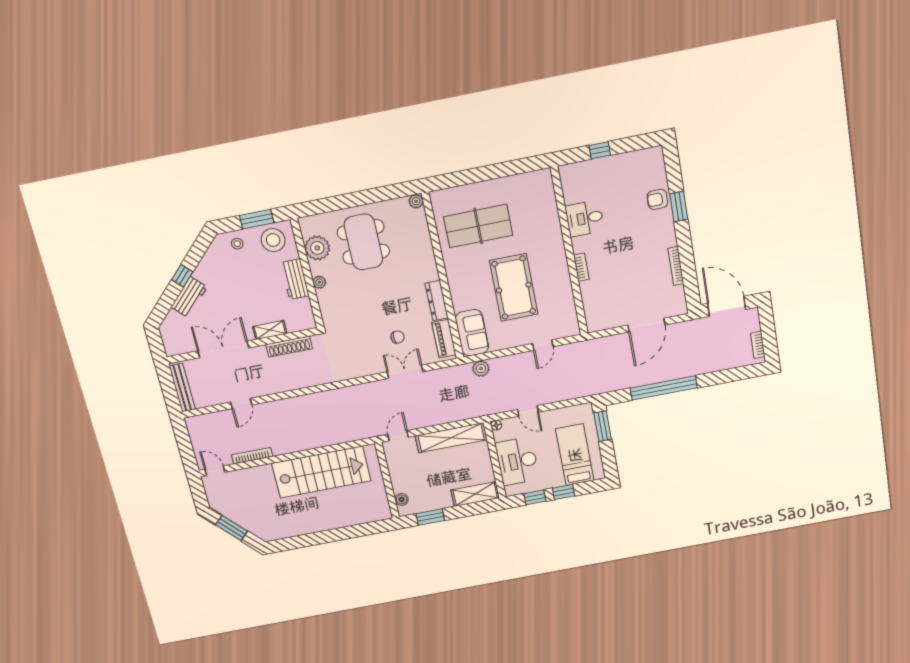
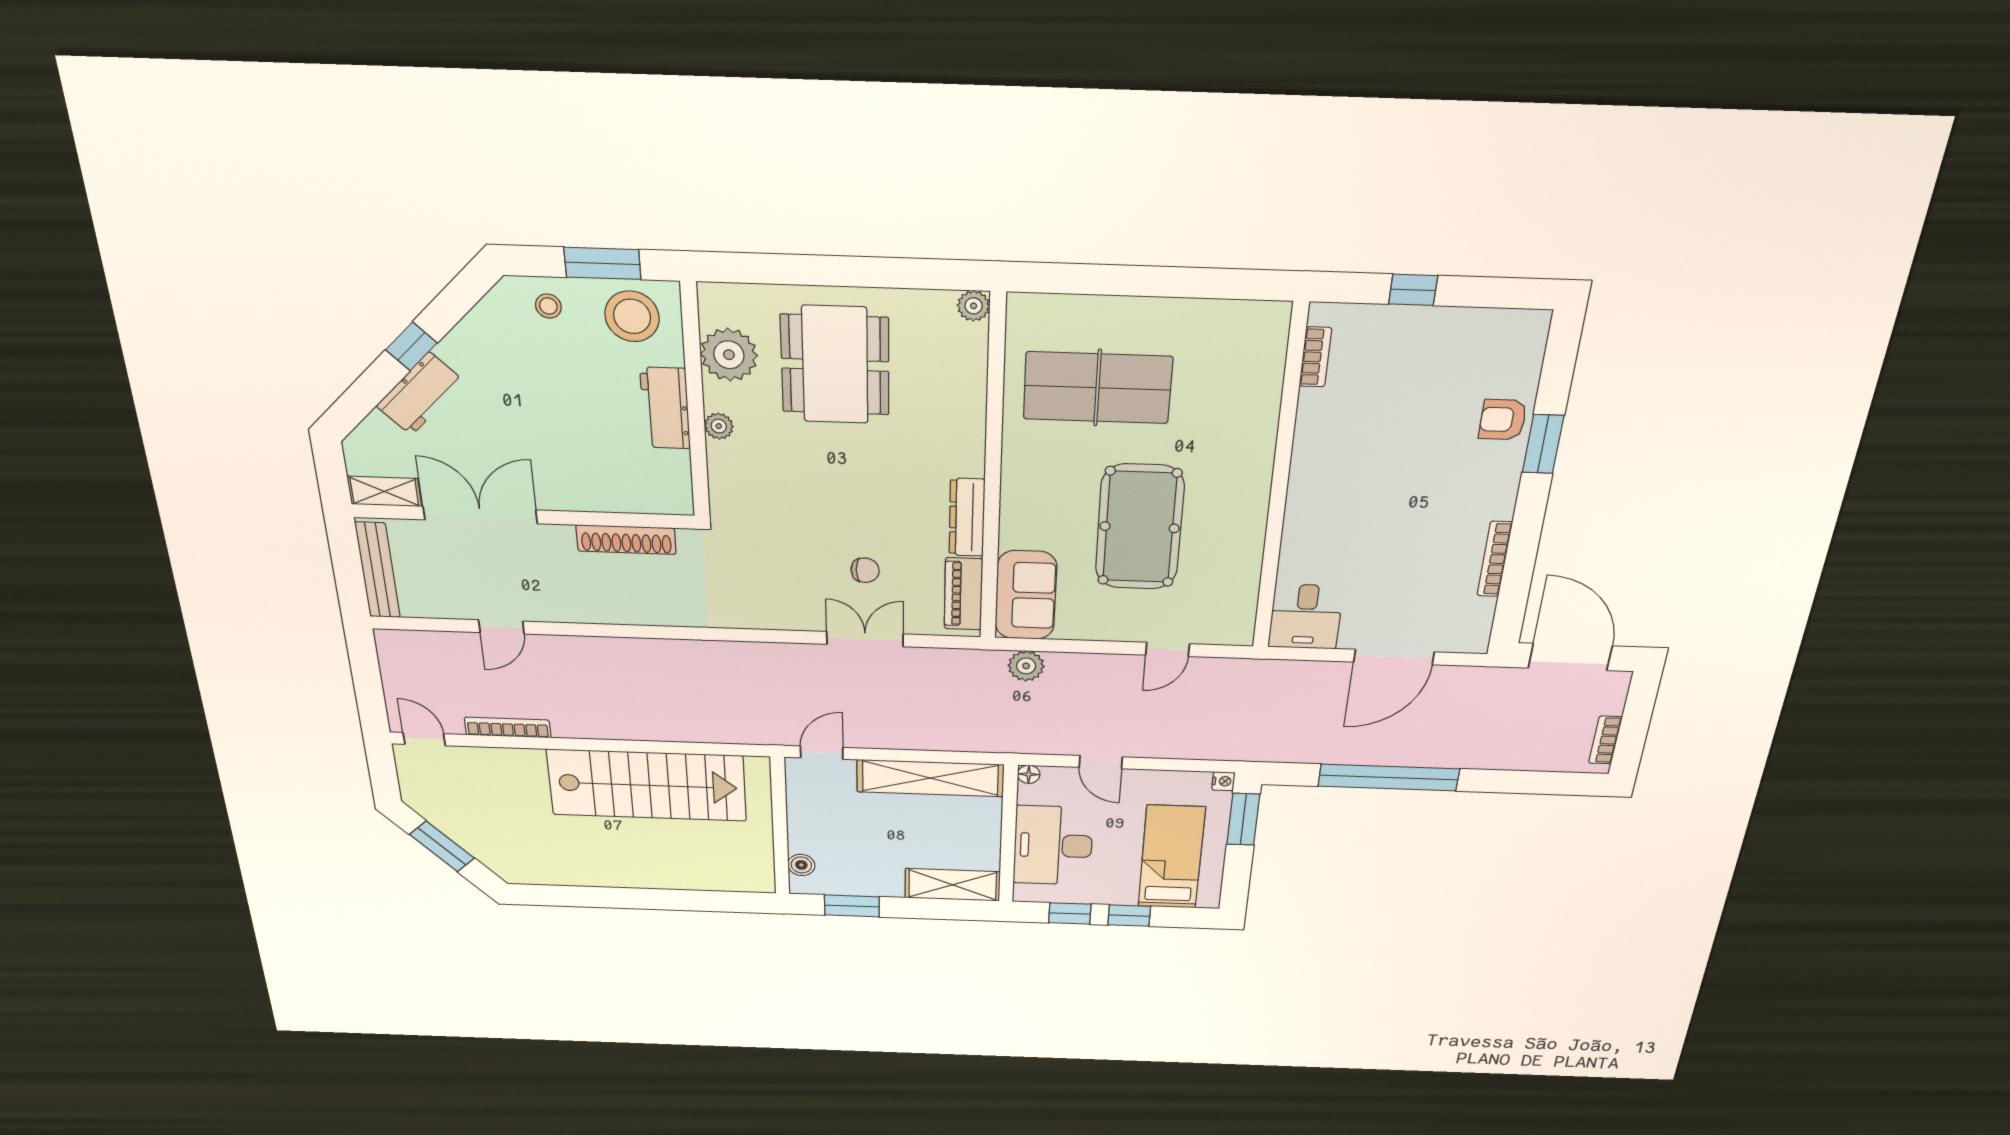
desk: (585, 218) -> (1306, 617), moved, turned -90
bookcase: (581, 267) -> (1315, 357), moved
shelving: (270, 330) -> (384, 491), moved
nightstand: (587, 408) -> (1223, 781), added

